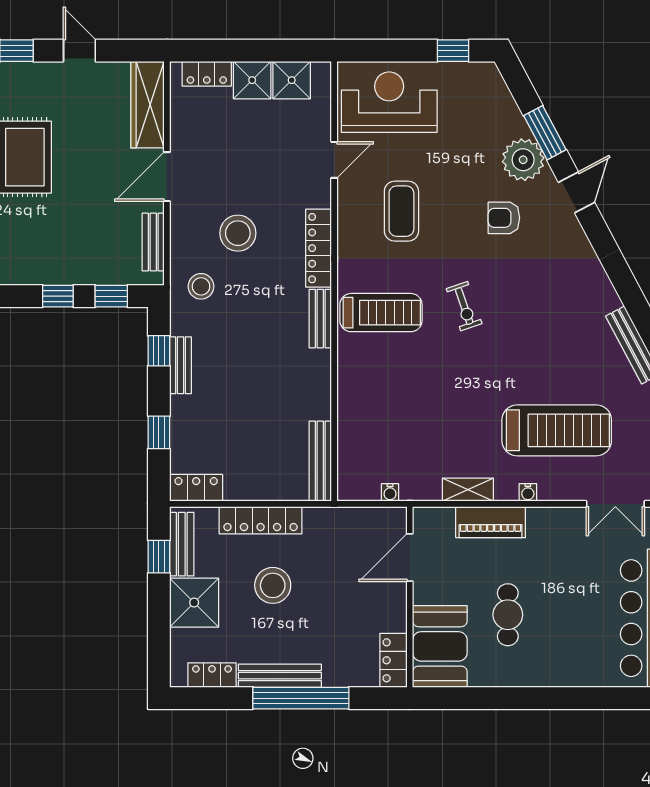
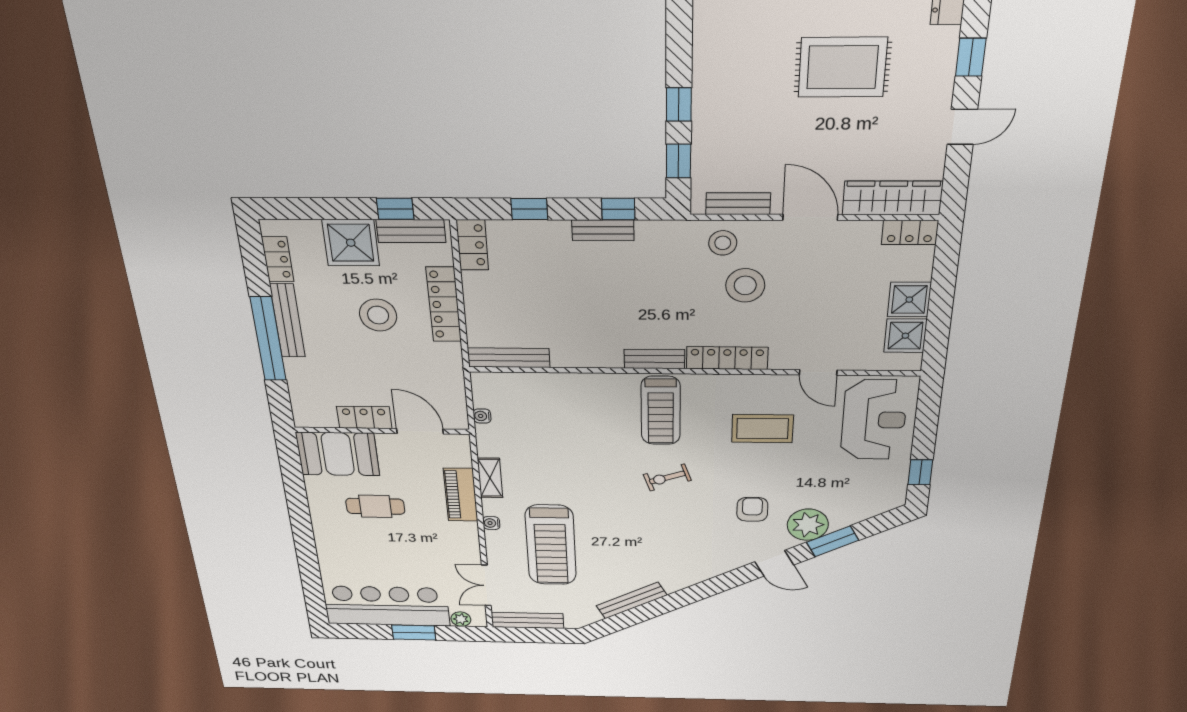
locker: (207, 74) -> (910, 232), moved, turned -90
stool: (201, 286) -> (723, 243), moved
locker: (393, 660) -> (364, 417), moved

